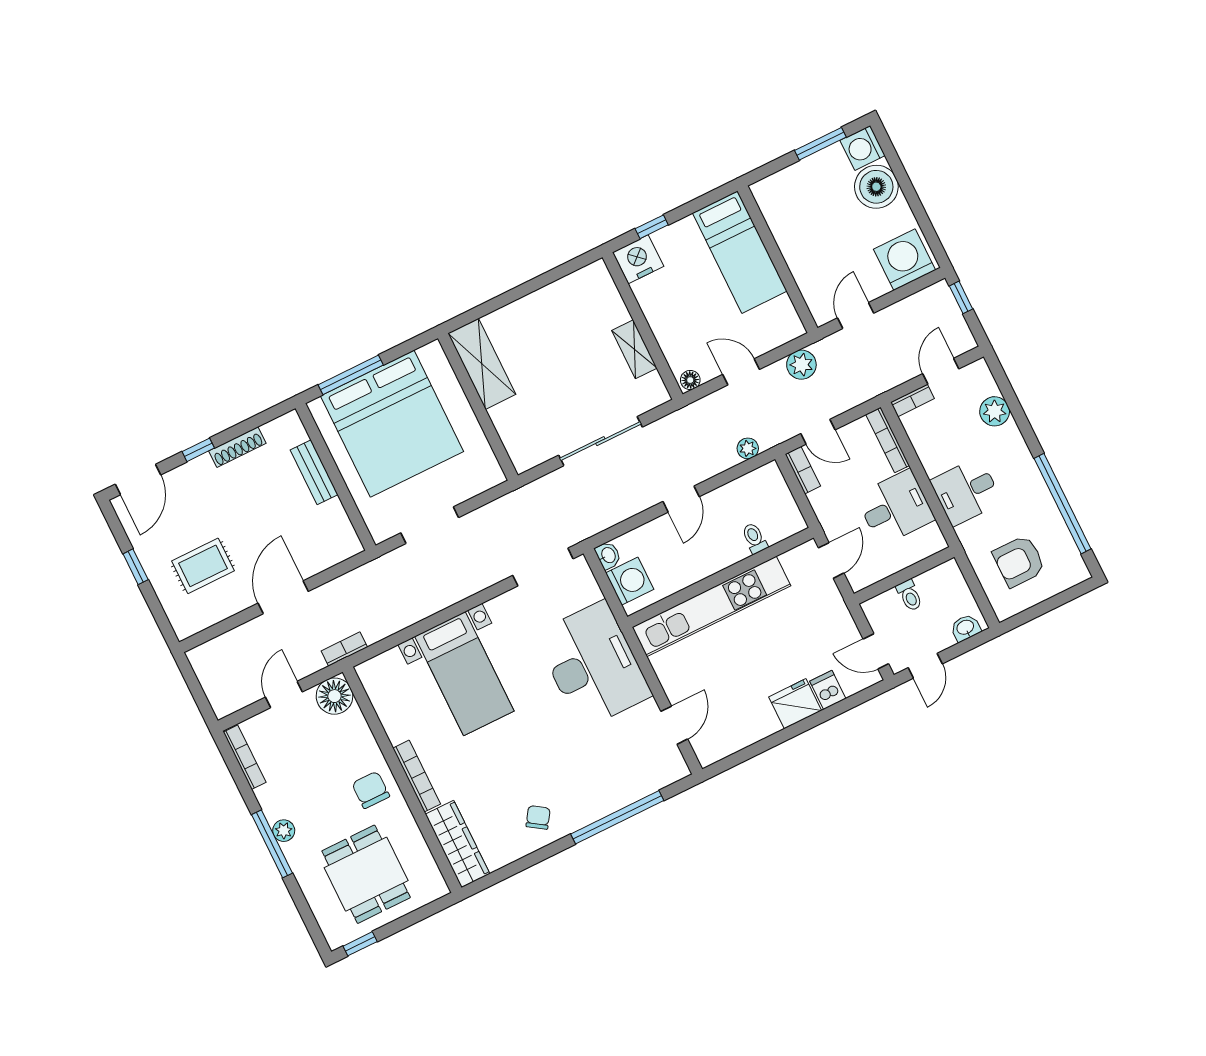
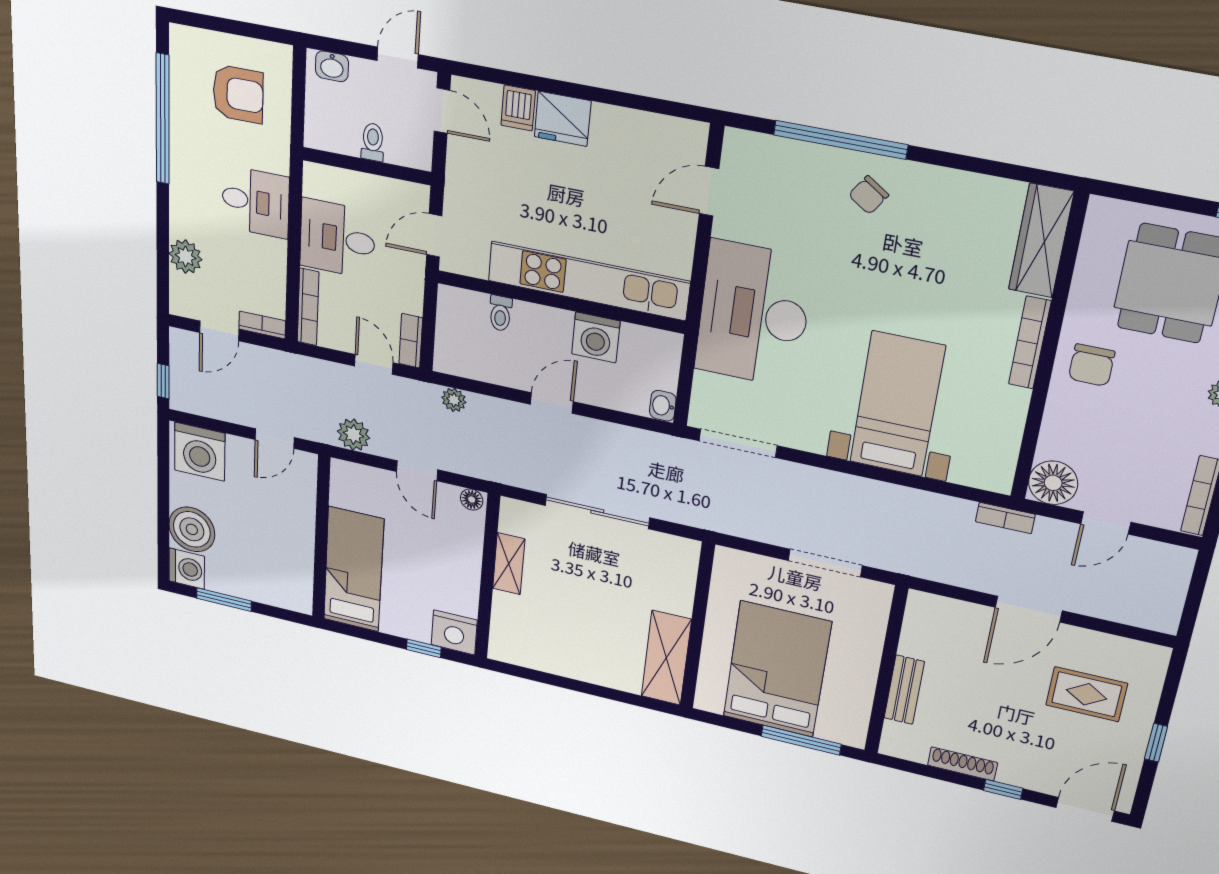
bed: (392, 424) -> (777, 669), width x0.73
washing machine: (630, 581) -> (596, 337), moved, turned -90
chair: (538, 817) -> (869, 195), moved

